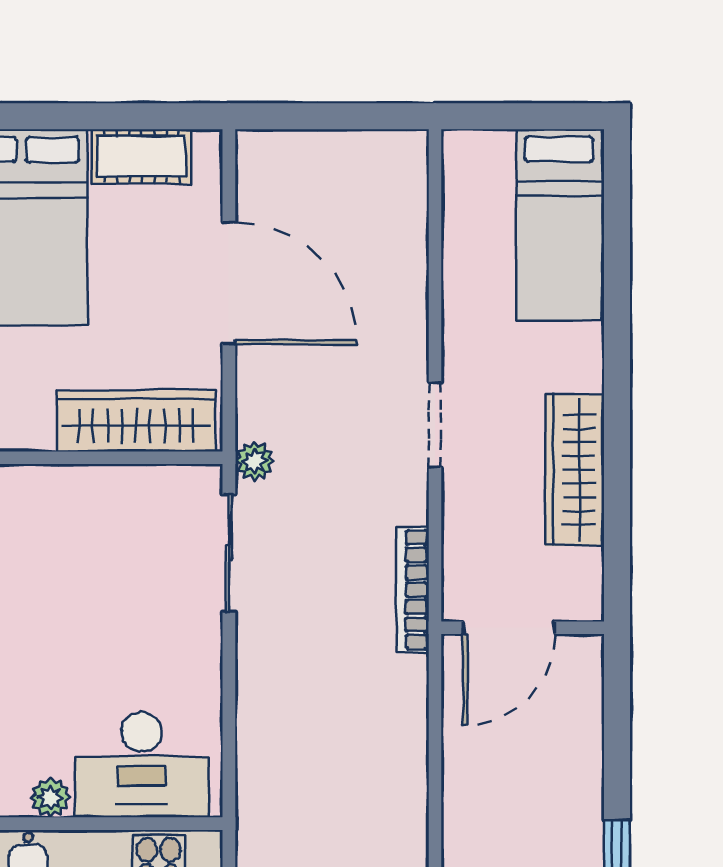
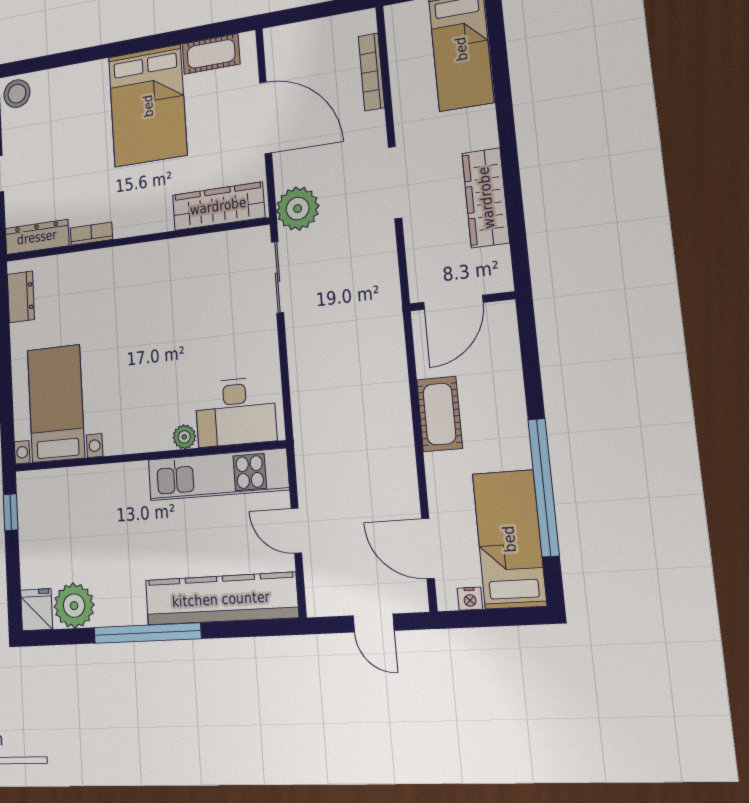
doorway: (435, 425) -> (395, 182), width x1.38
plant: (255, 461) -> (298, 209), width x1.87, depth x1.87
bookcase: (413, 590) -> (371, 72), moved
cot: (472, 798) -> (439, 414), added

